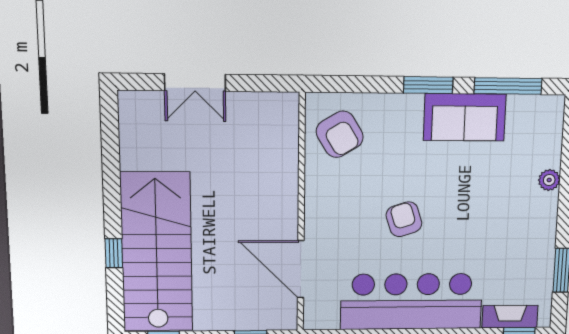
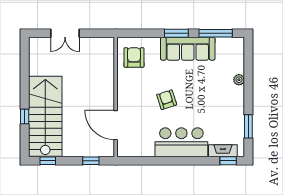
sofa: (465, 117) -> (188, 49), width x1.36
armchair: (340, 134) -> (134, 57), turned -149
bar counter: (412, 301) -> (181, 142), width x0.73

